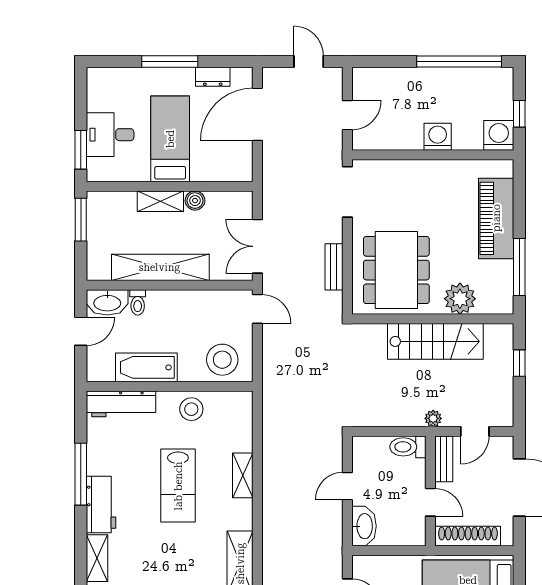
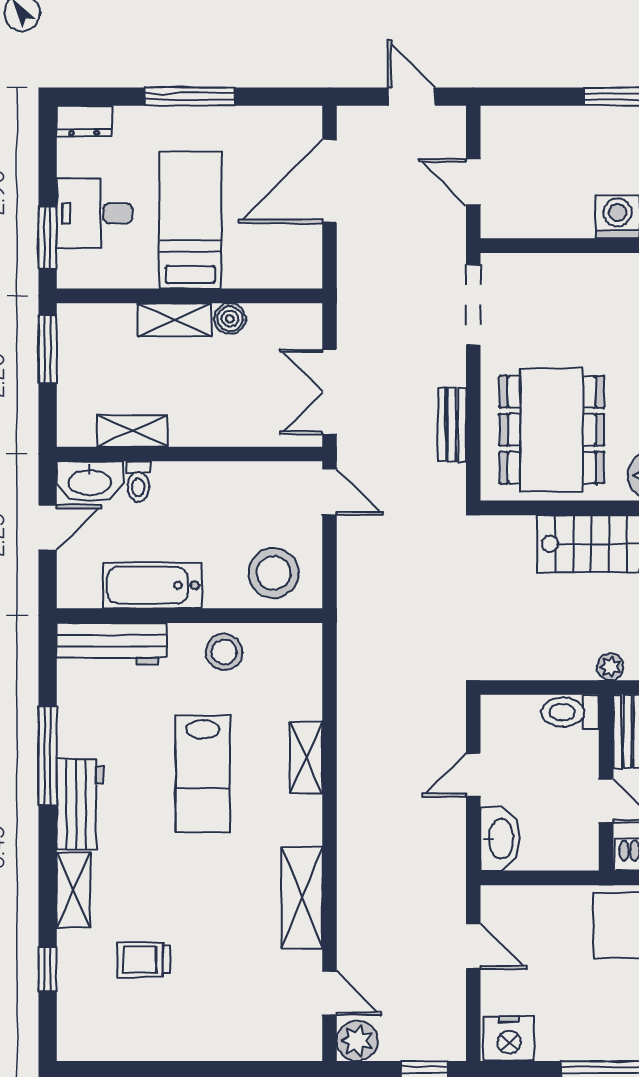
dresser: (213, 77) -> (84, 121), moved
door: (347, 115) -> (473, 182), swing flipped
shelving: (160, 267) -> (132, 431), width x0.45, depth x0.75

